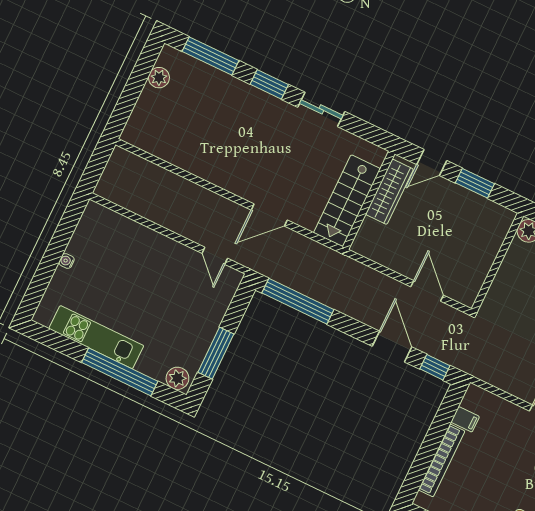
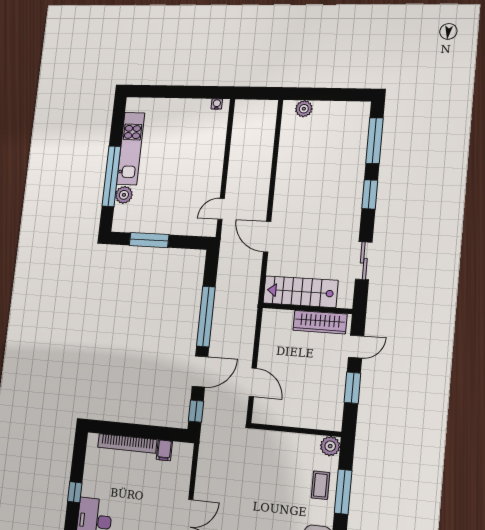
plant: (159, 78) -> (304, 109), moved
sliding door: (321, 109) -> (364, 261), moved
door: (432, 163) -> (356, 347), swing flipped
water cooler: (67, 261) -> (217, 104), moved
door: (427, 291) -> (253, 382), hinge flipped
window: (298, 301) -> (206, 316), moved
plant: (177, 378) -> (124, 195), moved

